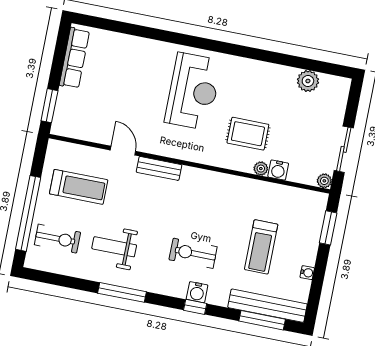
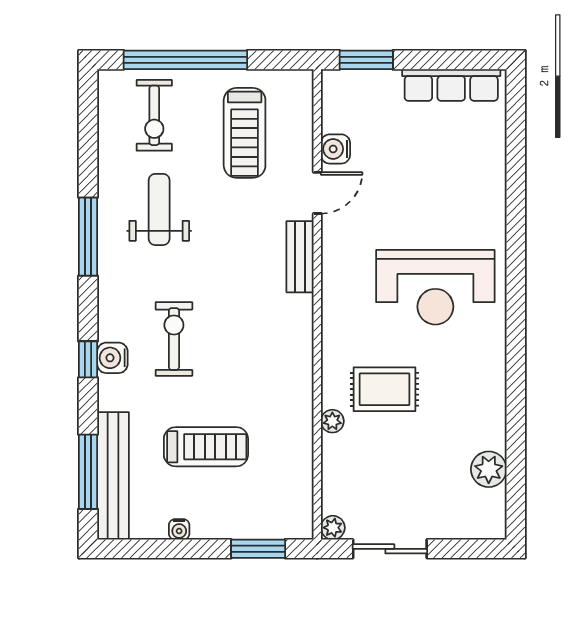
rug: (248, 134) -> (384, 389), turned 90
water cooler: (278, 170) -> (335, 149), moved
treadmill: (261, 247) -> (206, 447), turned 180

